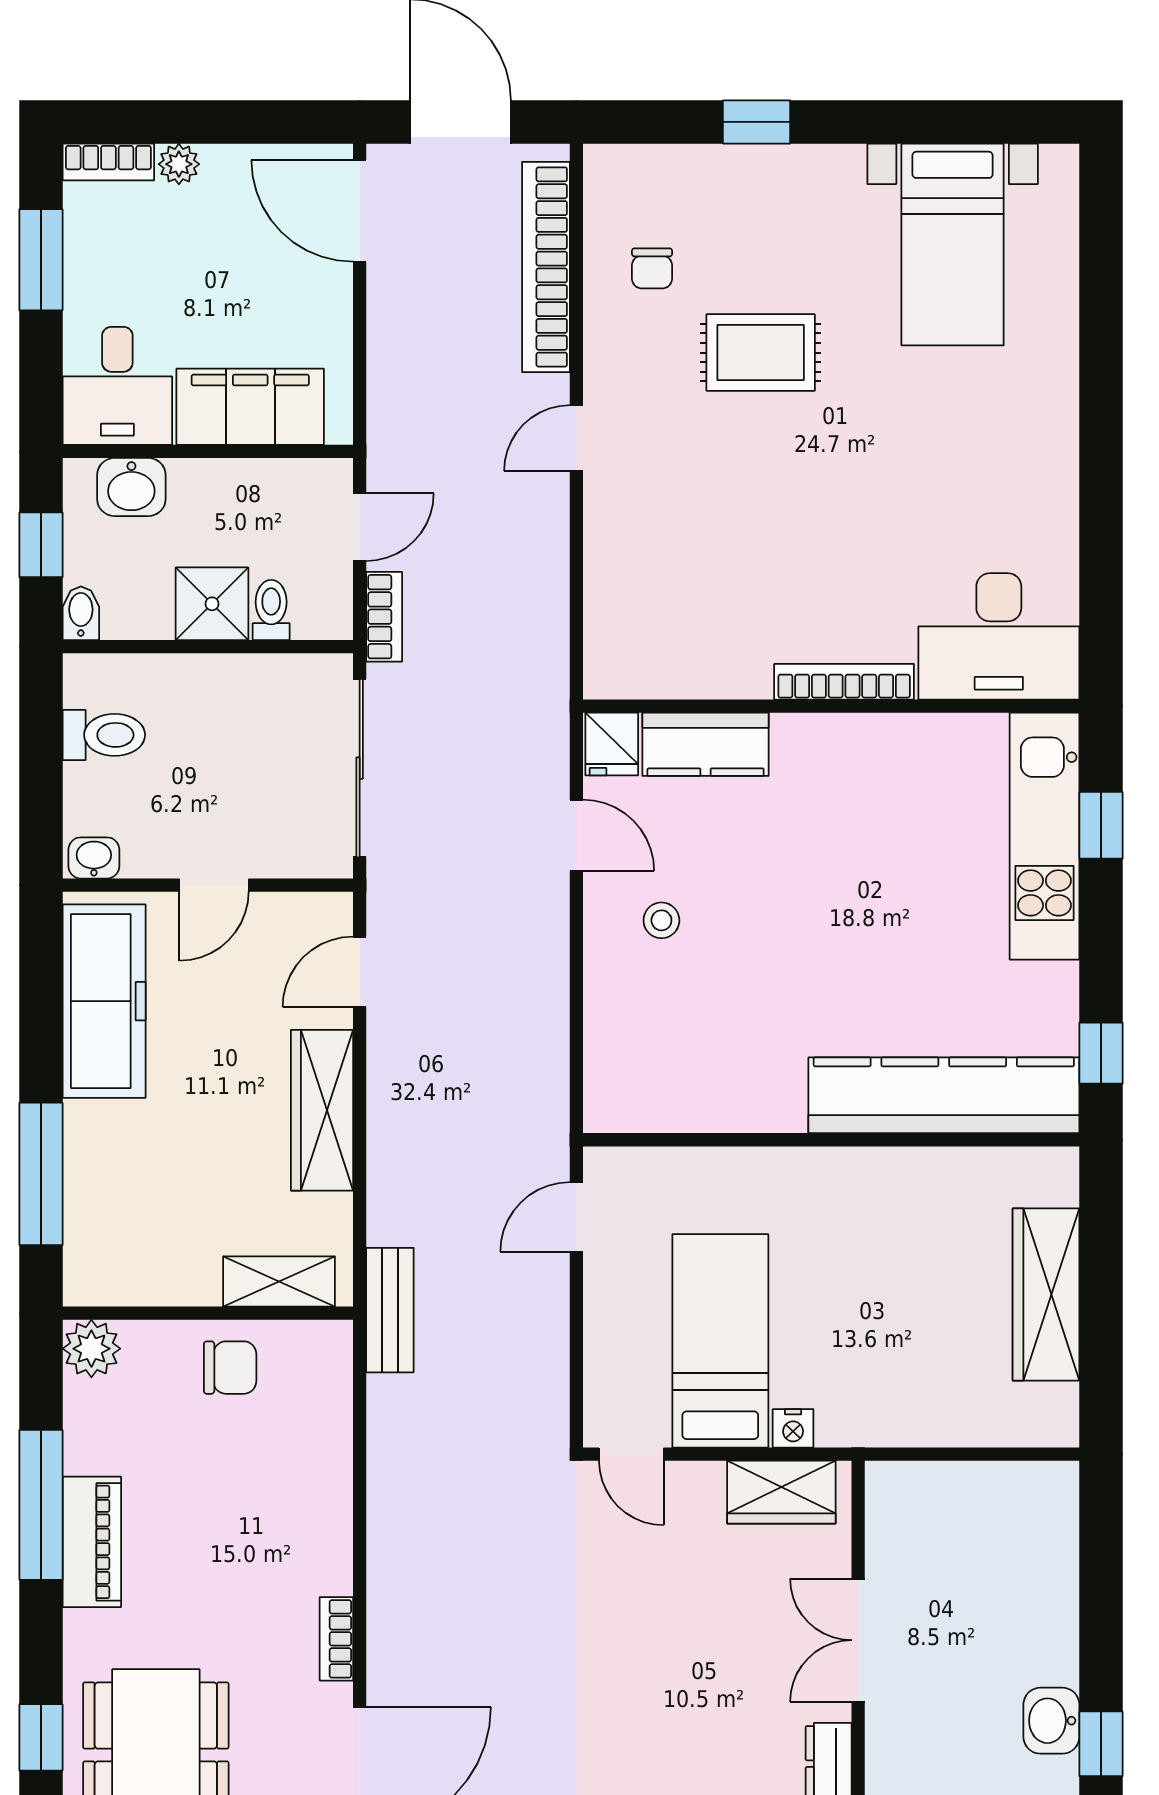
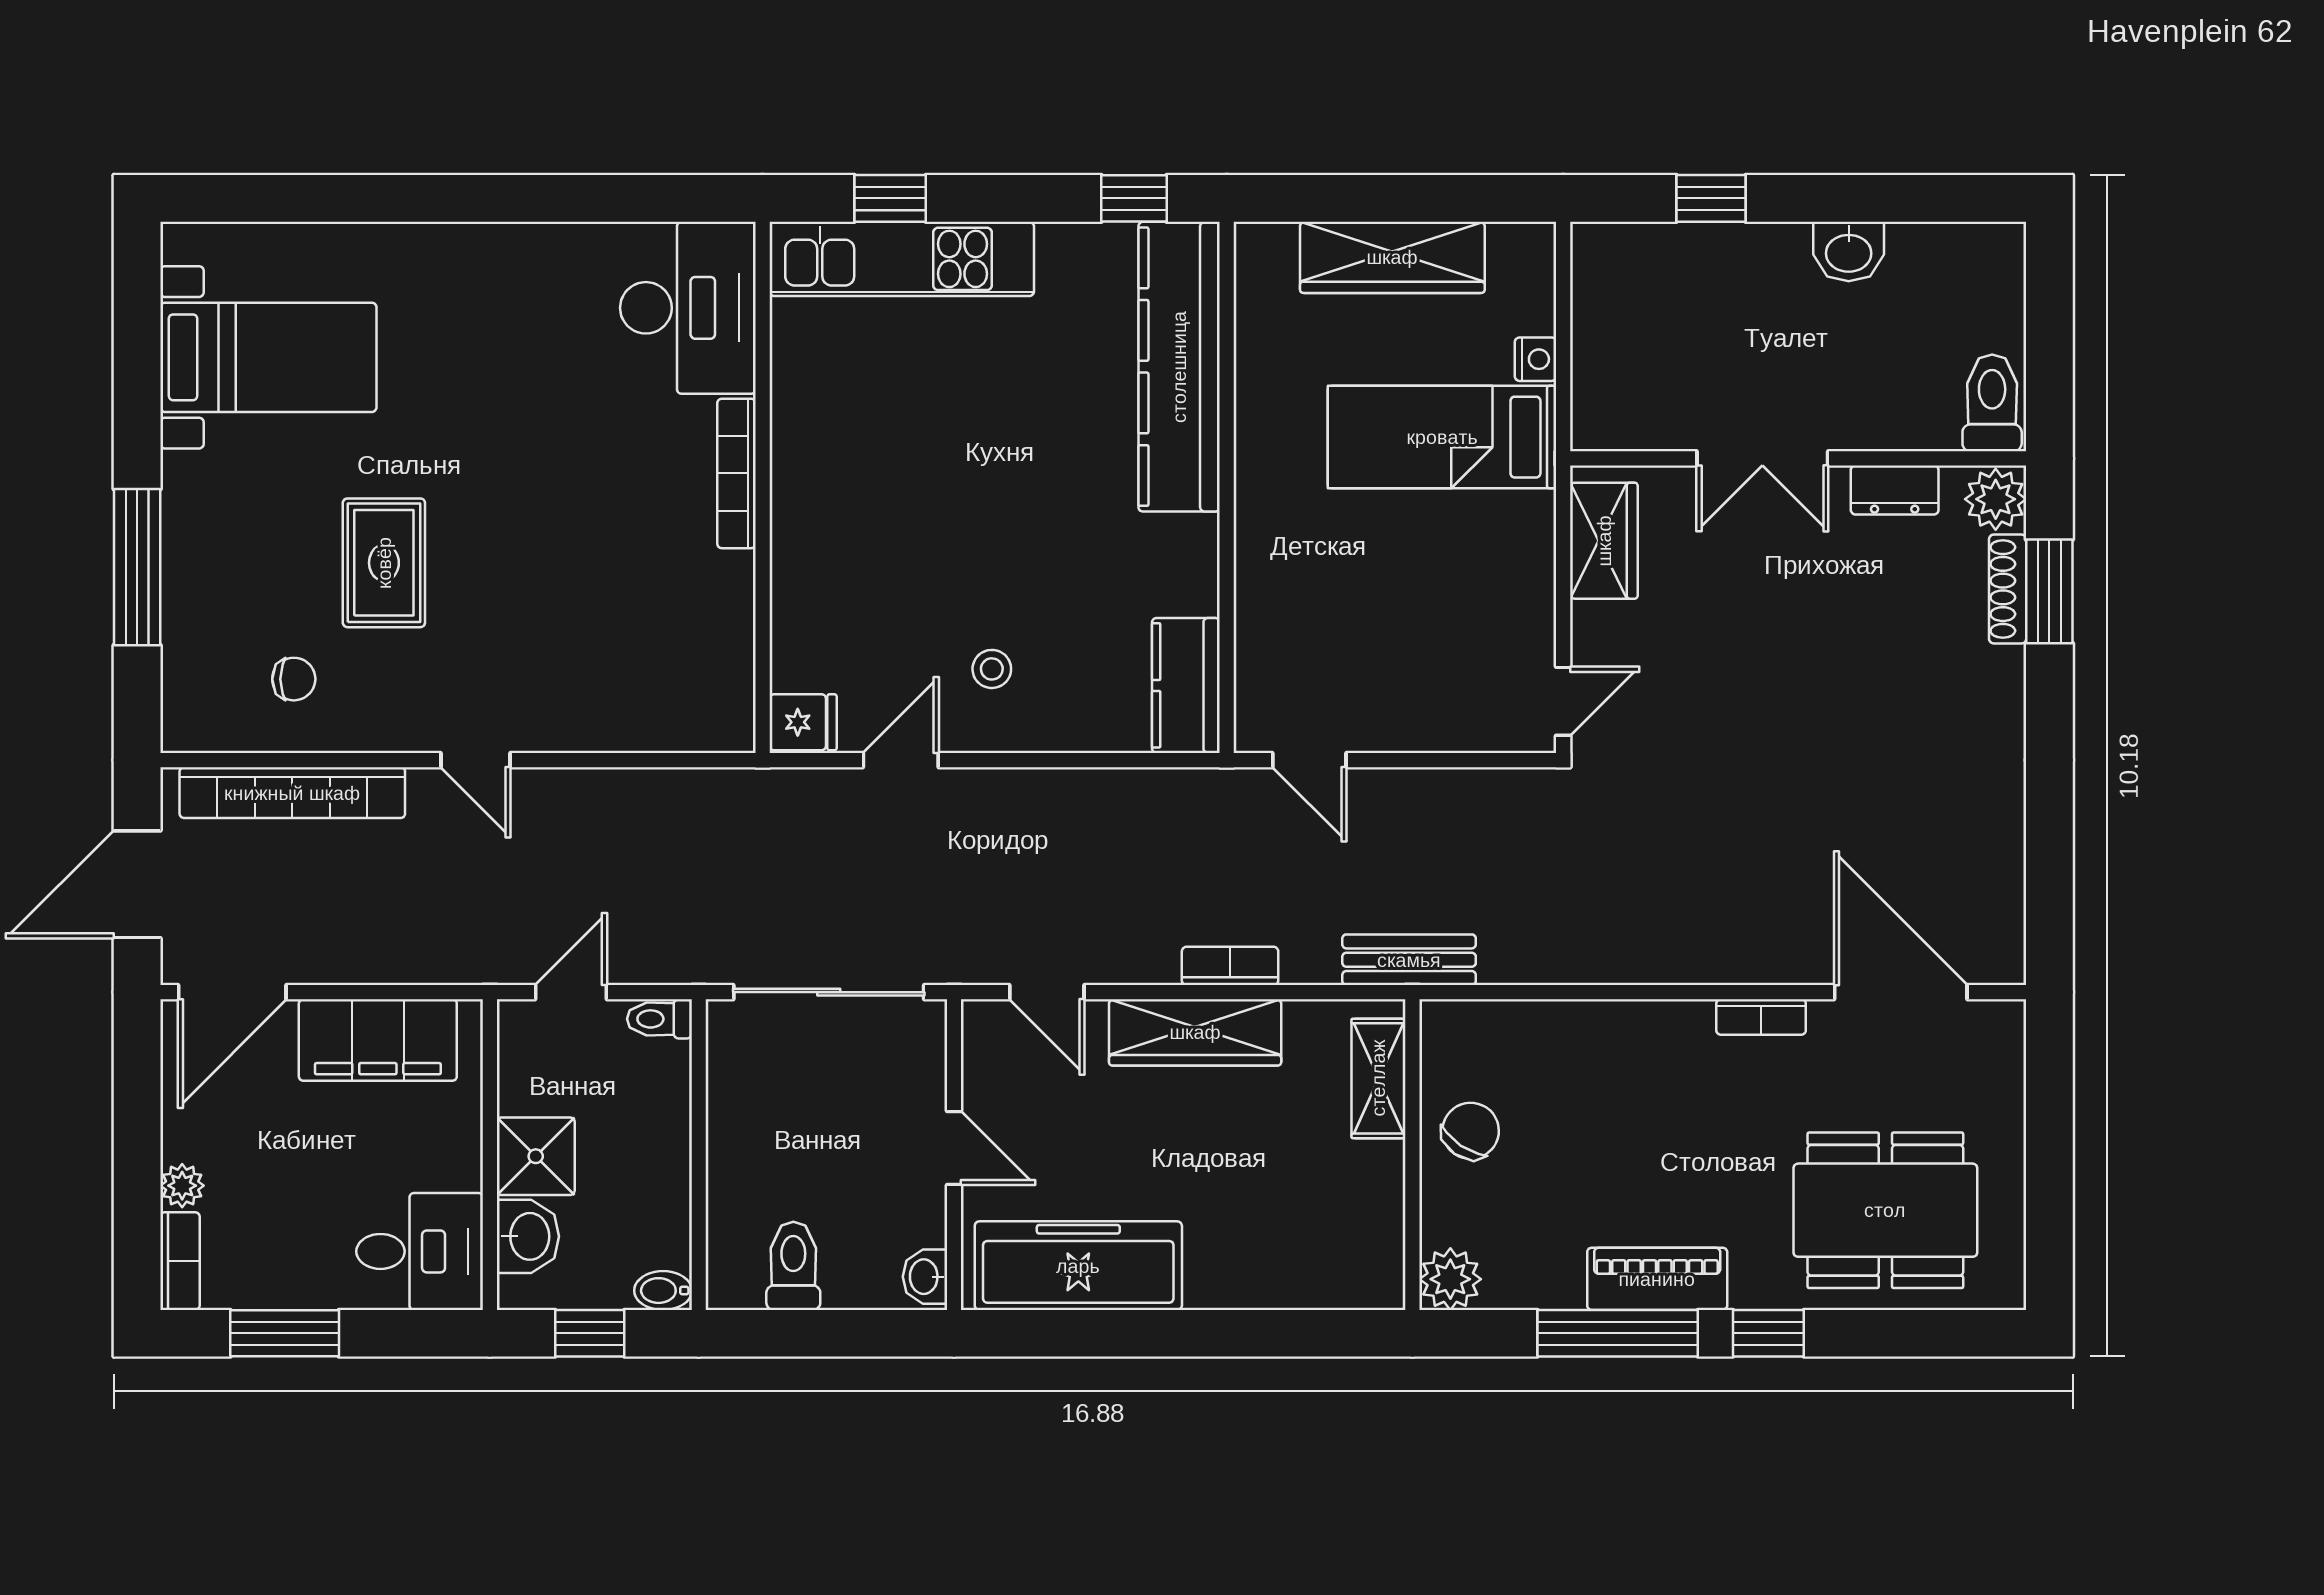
window: (757, 122) -> (137, 567), width x2.17
filing cabinet: (250, 407) -> (378, 1040), moved, turned -90
door: (360, 527) -> (571, 992), hinge flipped
shower: (212, 604) -> (536, 1156), moved
toilet: (271, 610) -> (659, 1019), moved
bookcase: (384, 617) -> (1230, 966), moved
kitchen counter: (706, 744) -> (1186, 685), moved, turned 180
window: (41, 1174) -> (1263, 1333), removed
bed: (720, 1341) -> (1442, 437), moved
chair: (230, 1368) -> (1471, 1131), turned 34
nightstand: (793, 1428) -> (1536, 359), moved
window: (41, 1737) -> (1768, 1333), moved
window: (1101, 1744) -> (1711, 198), moved

